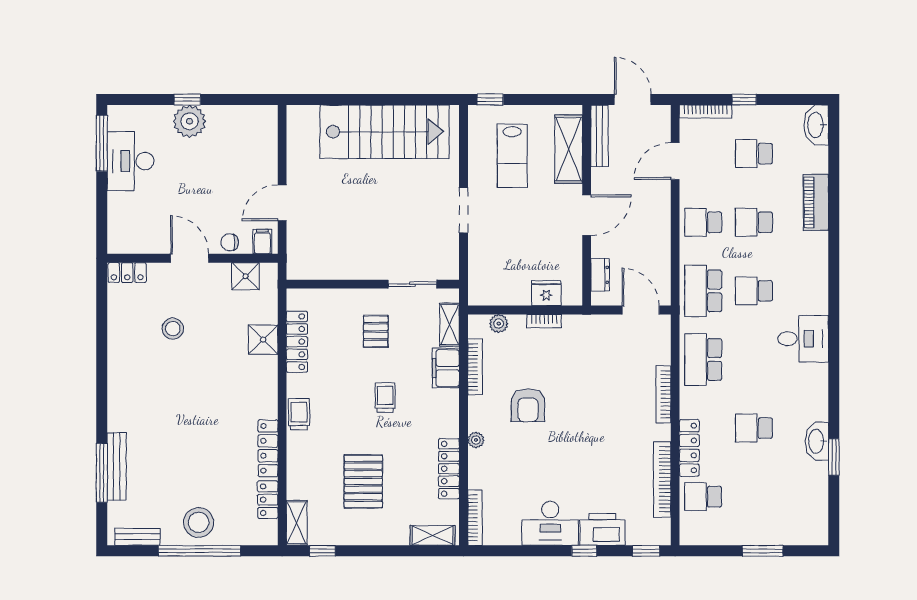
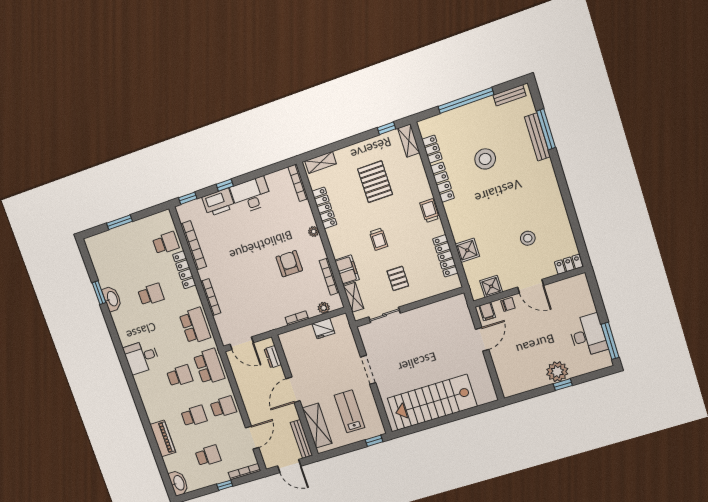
fridge: (546, 293) -> (323, 328), moved
trolley: (299, 414) -> (429, 211), turned 180
stool: (199, 522) -> (485, 159), moved

